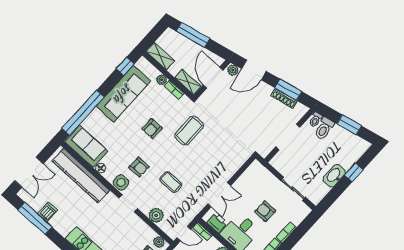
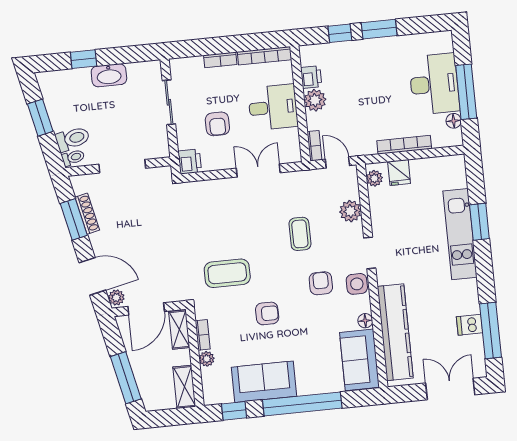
sofa: (123, 94) -> (264, 382), width x0.73
window: (83, 113) -> (302, 404), moved
armchair: (265, 211) -> (217, 124), moved
printer: (217, 223) -> (190, 162), moved, turned 180

